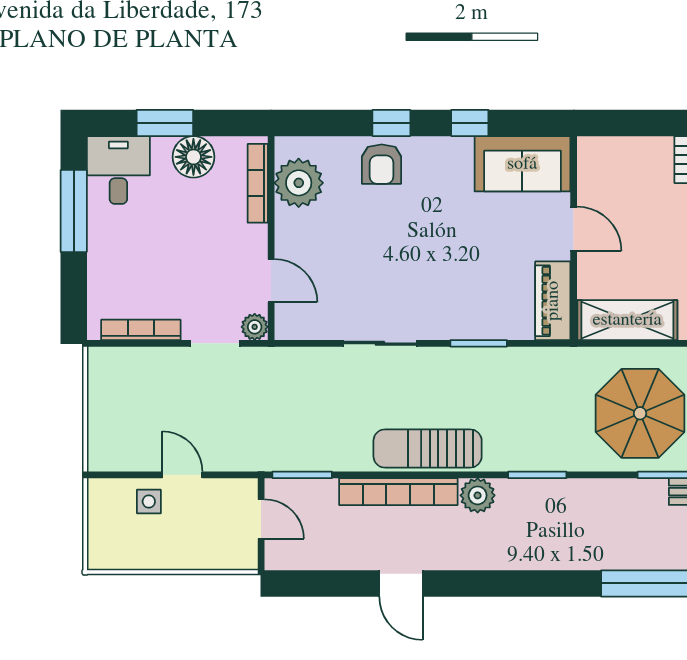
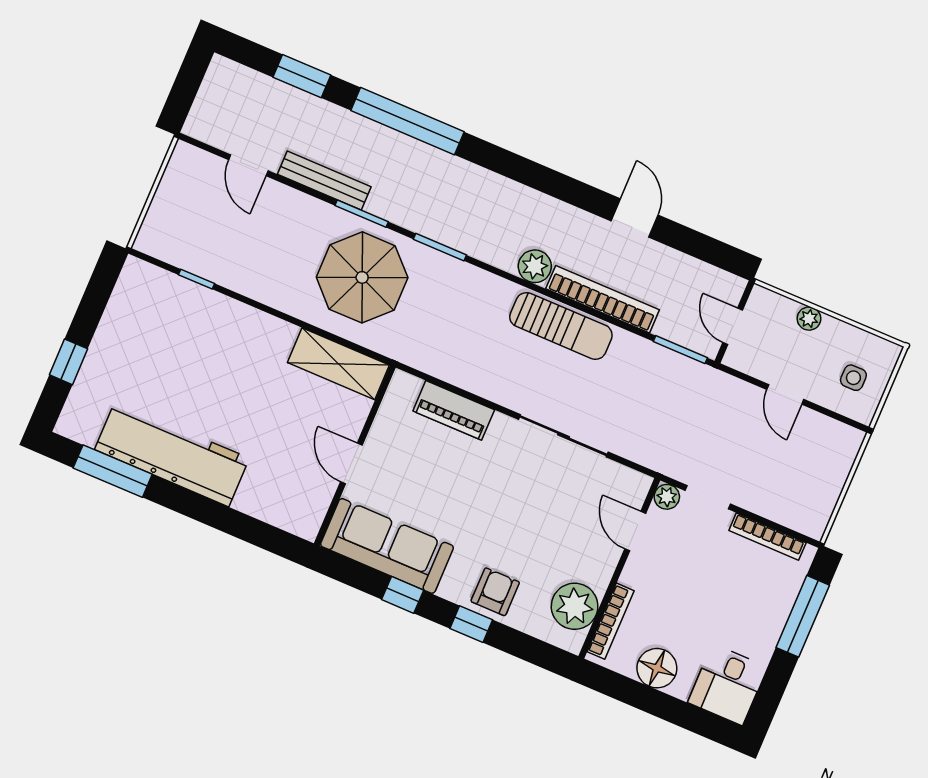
window: (165, 123) -> (669, 709), removed
sofa: (522, 164) -> (387, 546), width x1.36
window: (74, 211) -> (803, 616), moved
piano: (553, 301) -> (454, 410), moved, turned 90
sliding door: (380, 343) -> (563, 436), width x1.37
window: (479, 343) -> (477, 399), removed
window: (537, 475) -> (440, 247), moved
side table: (149, 502) -> (853, 378), moved
plant: (191, 558) -> (809, 319), added

